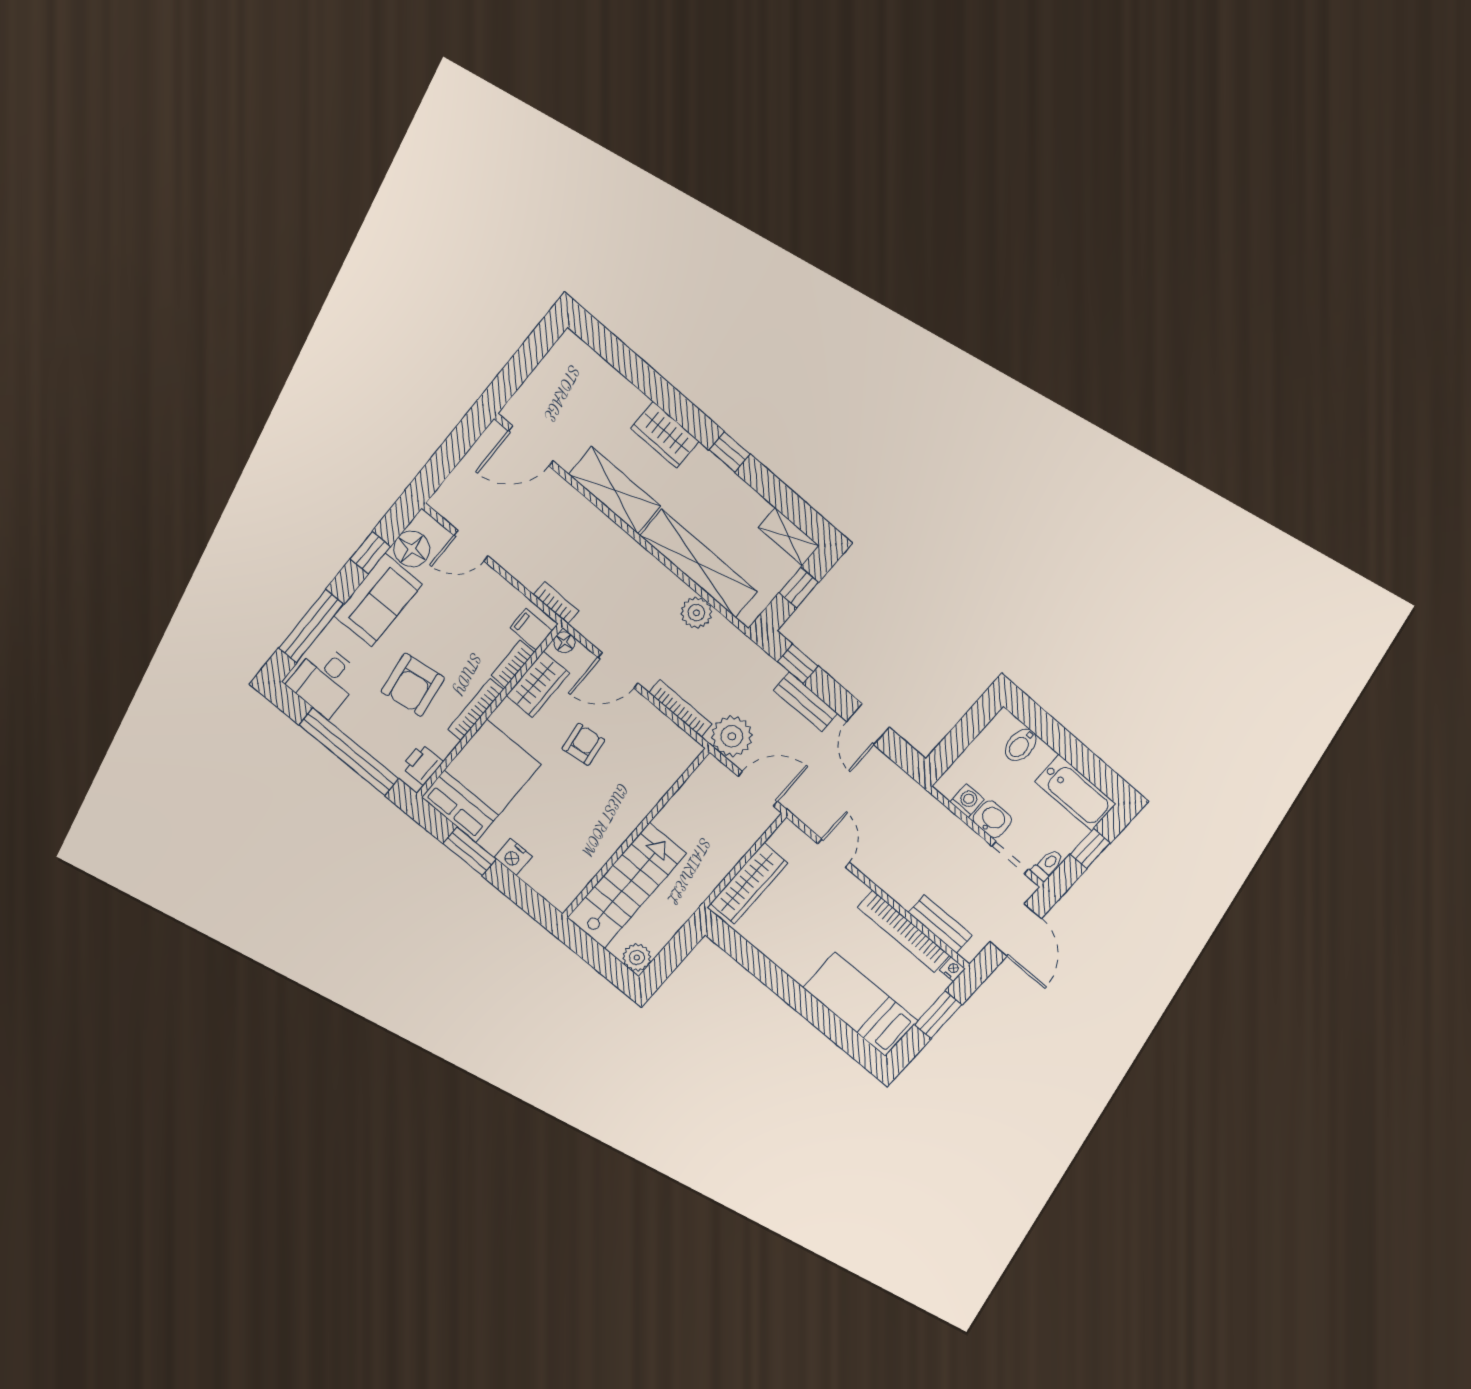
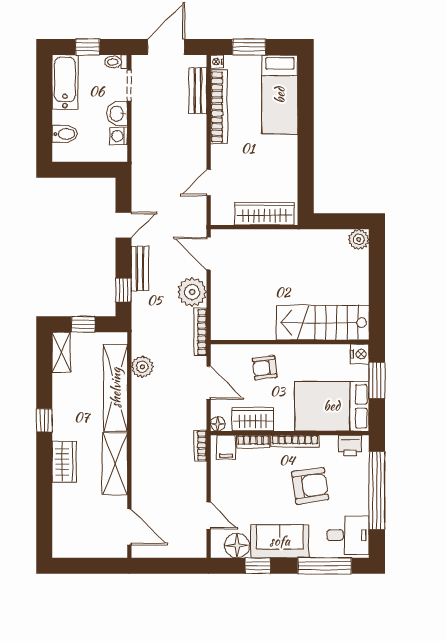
wall: (636, 834) -> (290, 342), moved
stairs: (627, 886) -> (323, 323), moved

